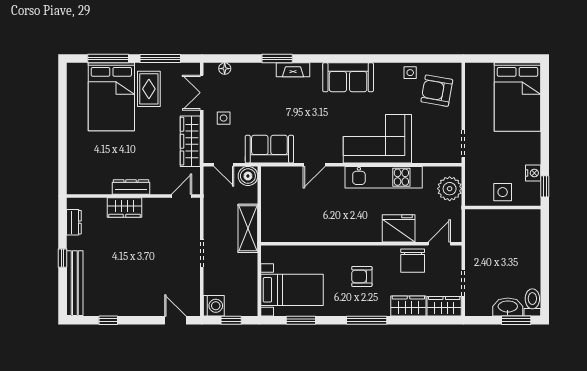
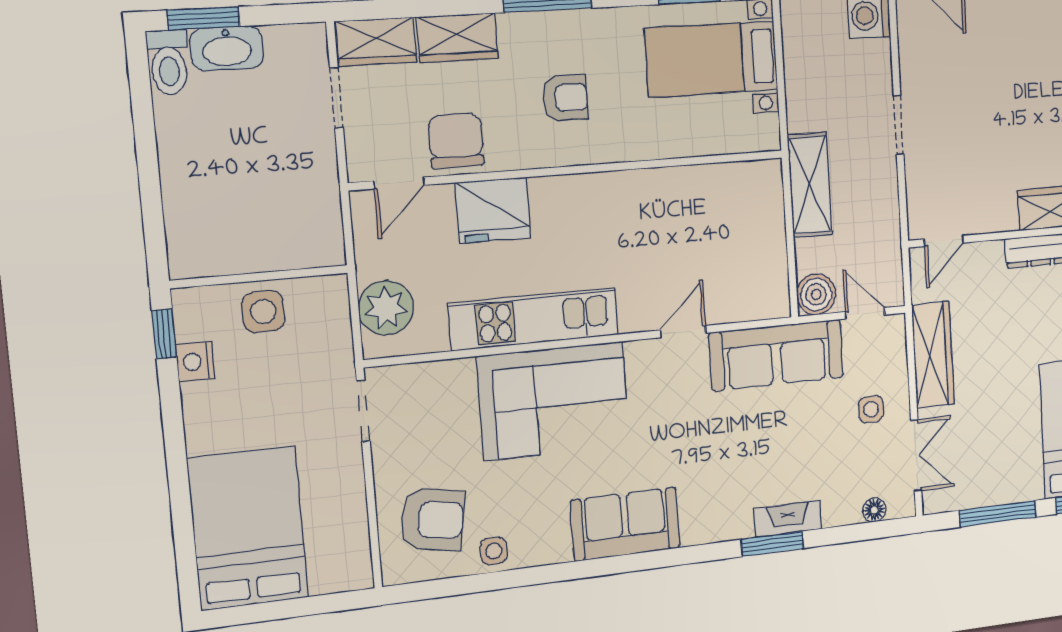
fireplace: (293, 70) -> (788, 519), moved
rug: (149, 89) -> (1016, 451), removed
sofa: (269, 149) -> (776, 355), width x1.36

